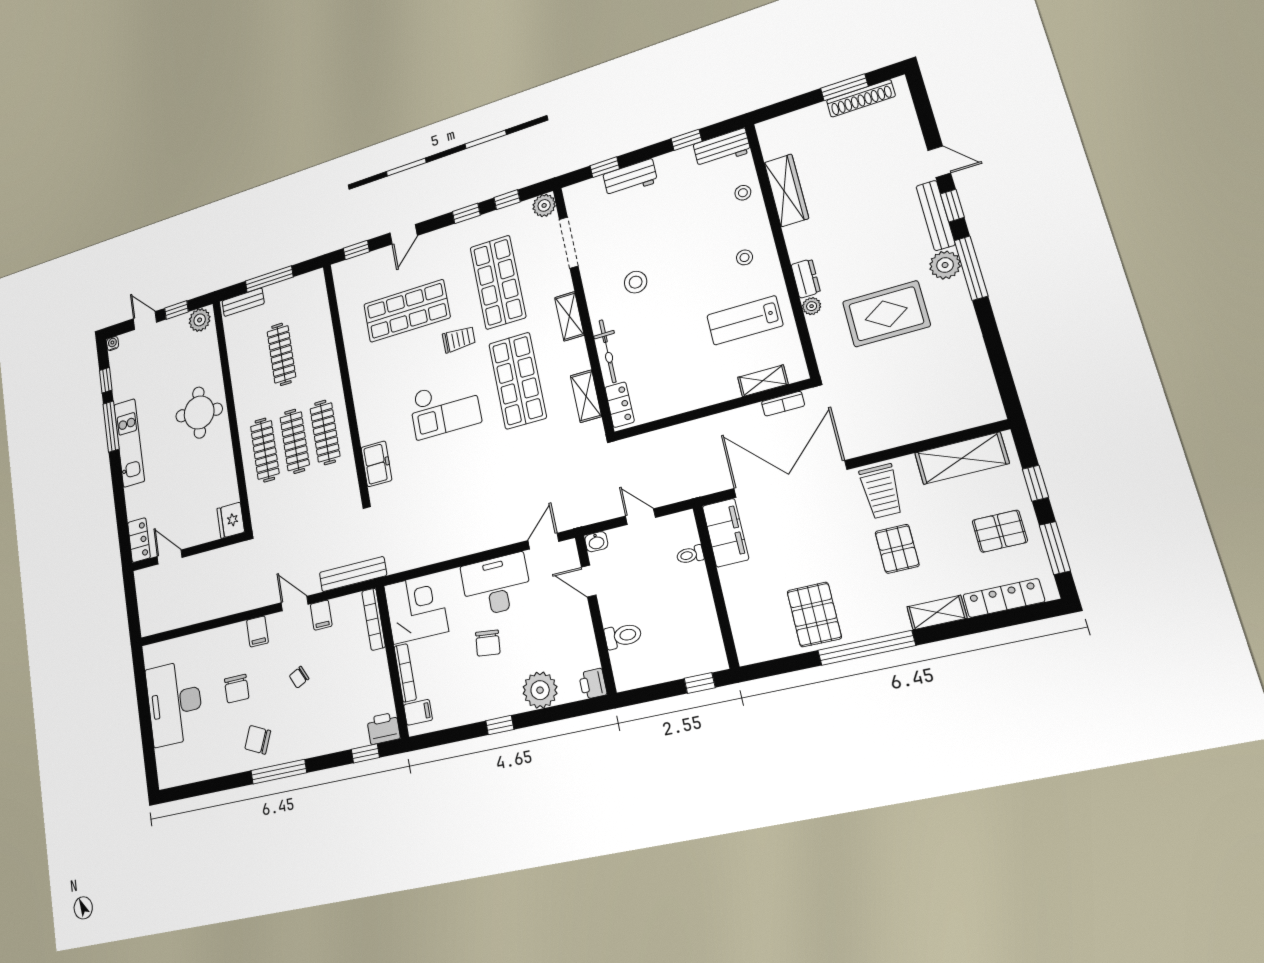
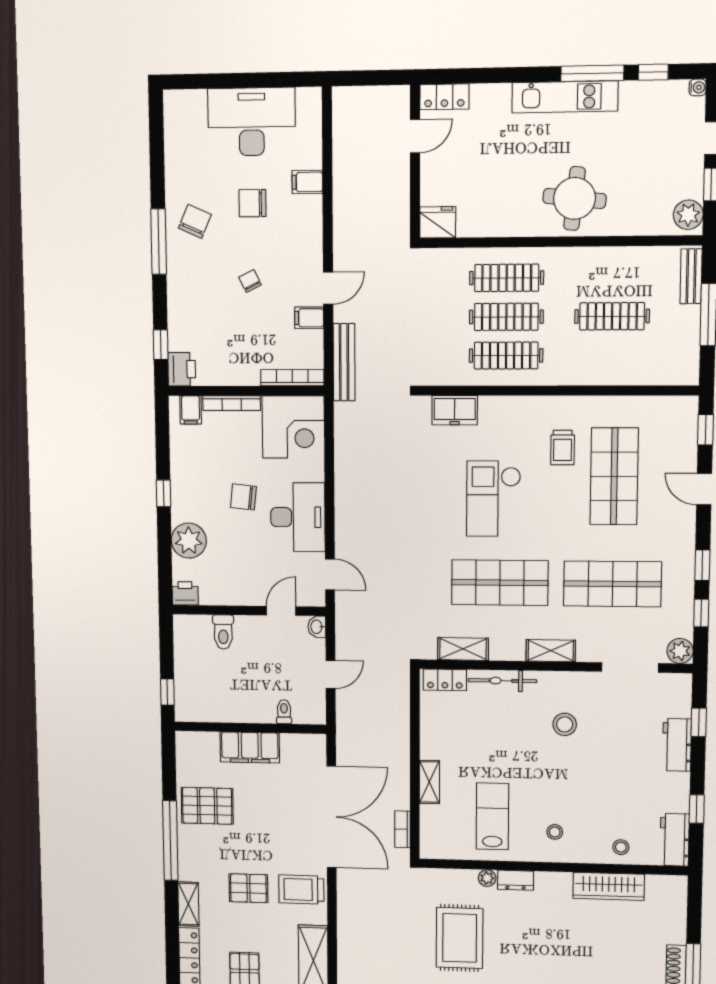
trolley: (459, 339) -> (563, 447), moved
shelving: (763, 381) -> (429, 782), moved
filing cabinet: (725, 533) -> (250, 747), moved
filing cabinet: (257, 631) -> (307, 182), moved

